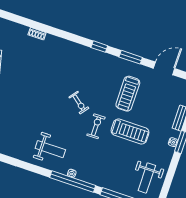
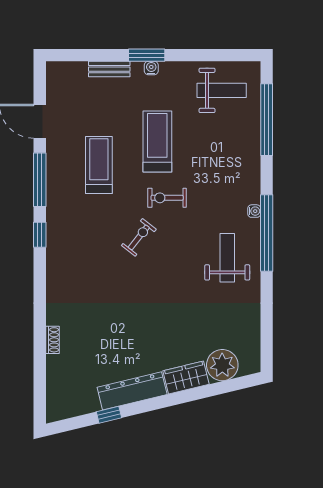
window: (131, 57) -> (40, 180), width x1.44
treadmill: (128, 94) -> (99, 165), turned -90
window: (73, 182) -> (267, 233), moved

